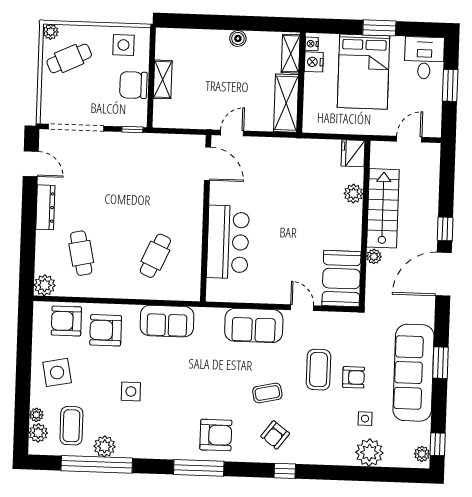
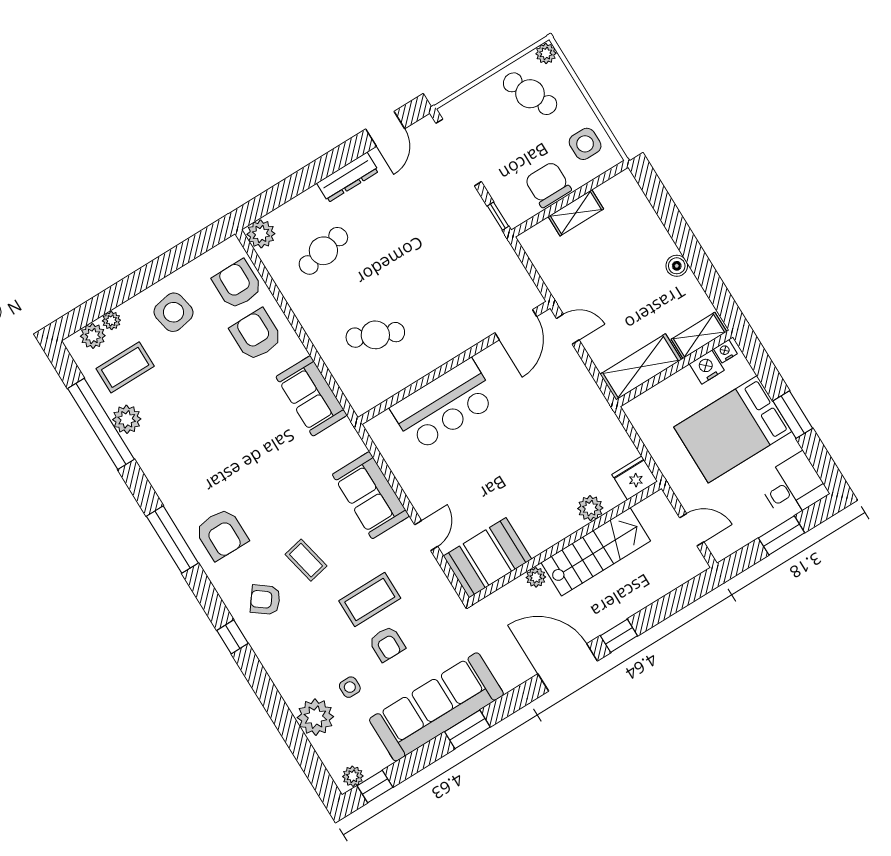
side table: (131, 391) -> (207, 408), removed

